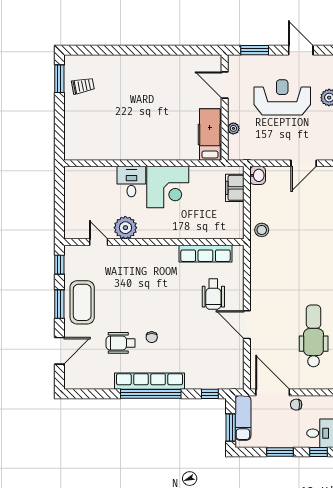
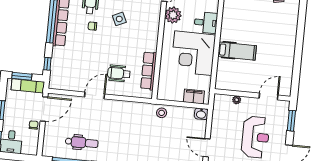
hospital bed: (210, 134) -> (237, 51), moved
corner desk: (168, 187) -> (193, 53), width x1.36, depth x1.36
side table: (138, 301) -> (119, 19), added
dental chair: (314, 336) -> (82, 142), width x0.73, depth x0.72

